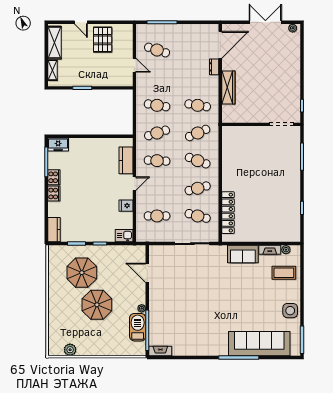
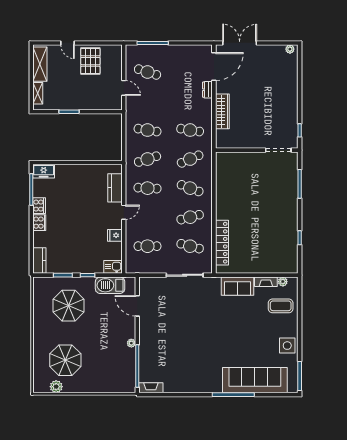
double door: (265, 22) -> (240, 43), moved
parasol: (97, 305) -> (65, 360), moved
barbecue: (138, 327) -> (110, 285), moved, turned -90

